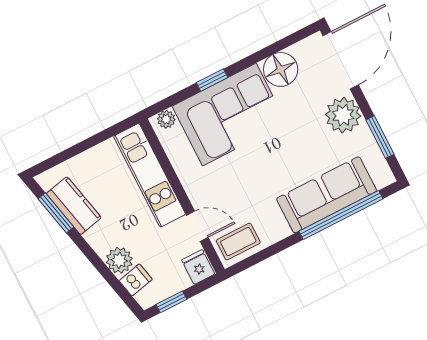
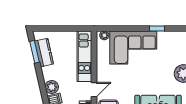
floor lamp: (281, 69) -> (166, 39), removed
window: (212, 80) -> (157, 28), moved
door: (197, 226) -> (94, 90), hinge flipped

